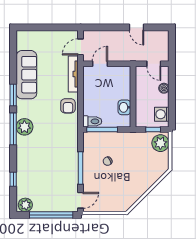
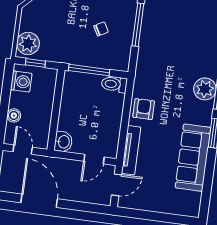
door: (136, 27) -> (39, 201), width x1.87
washbasin: (124, 107) -> (63, 142), moved
window: (102, 129) -> (89, 70), moved

